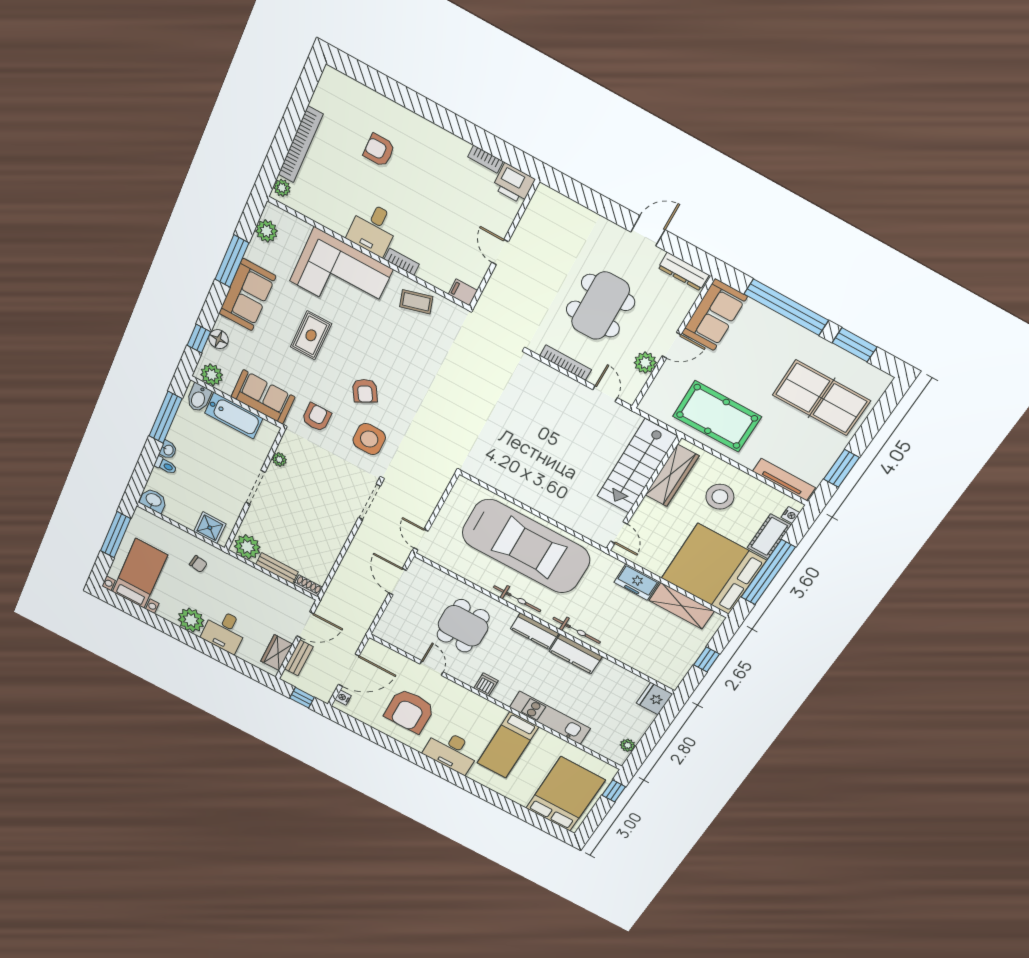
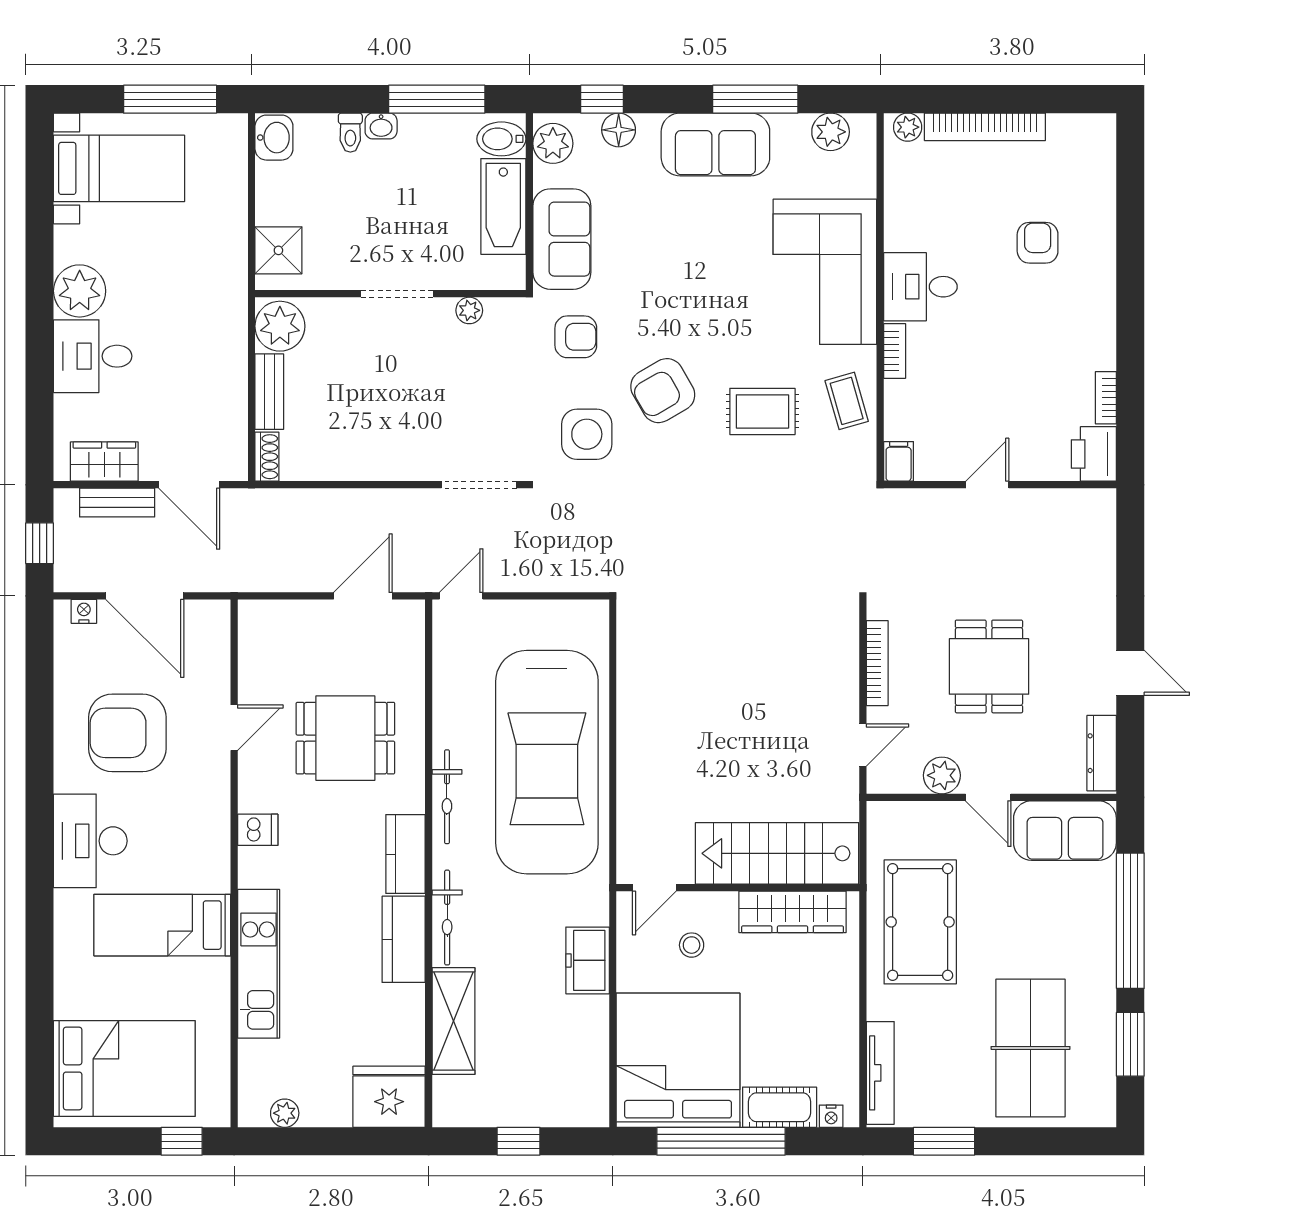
dining table: (600, 306) -> (989, 666), width x0.73
rug: (311, 335) -> (762, 411), moved
armchair: (365, 391) -> (663, 391), width x1.38, depth x1.38
stool: (720, 497) -> (692, 945), moved, width x0.53, depth x0.53
chair: (198, 564) -> (198, 259), removed
shelving: (682, 606) -> (453, 1021), moved
fridge: (655, 699) -> (389, 1097), width x1.36, depth x1.34

